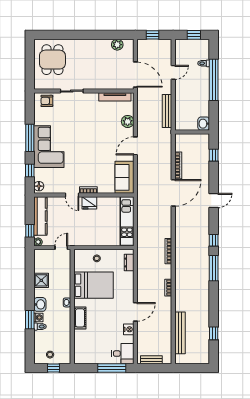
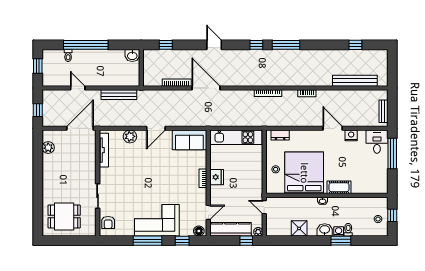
door: (135, 146) -> (156, 128), hinge flipped
door: (72, 195) -> (208, 212), moved
bed: (94, 285) -> (304, 173), width x1.36

